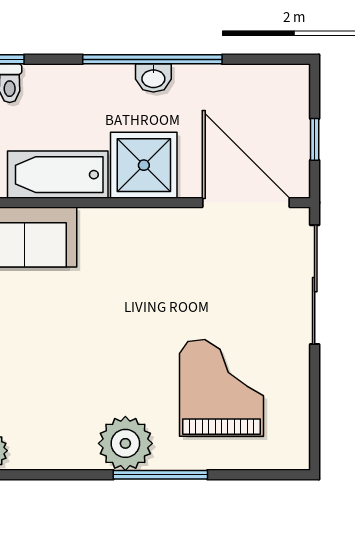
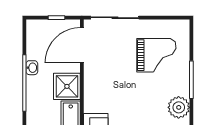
washbasin: (153, 78) -> (32, 68), moved
grand piano: (221, 388) -> (156, 55), turned 180
plant: (125, 443) -> (179, 107), moved

